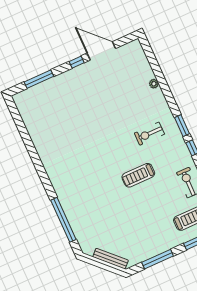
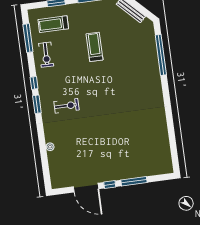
window: (39, 79) -> (134, 181), moved
treadmill: (138, 175) -> (95, 47), moved, turned -90

